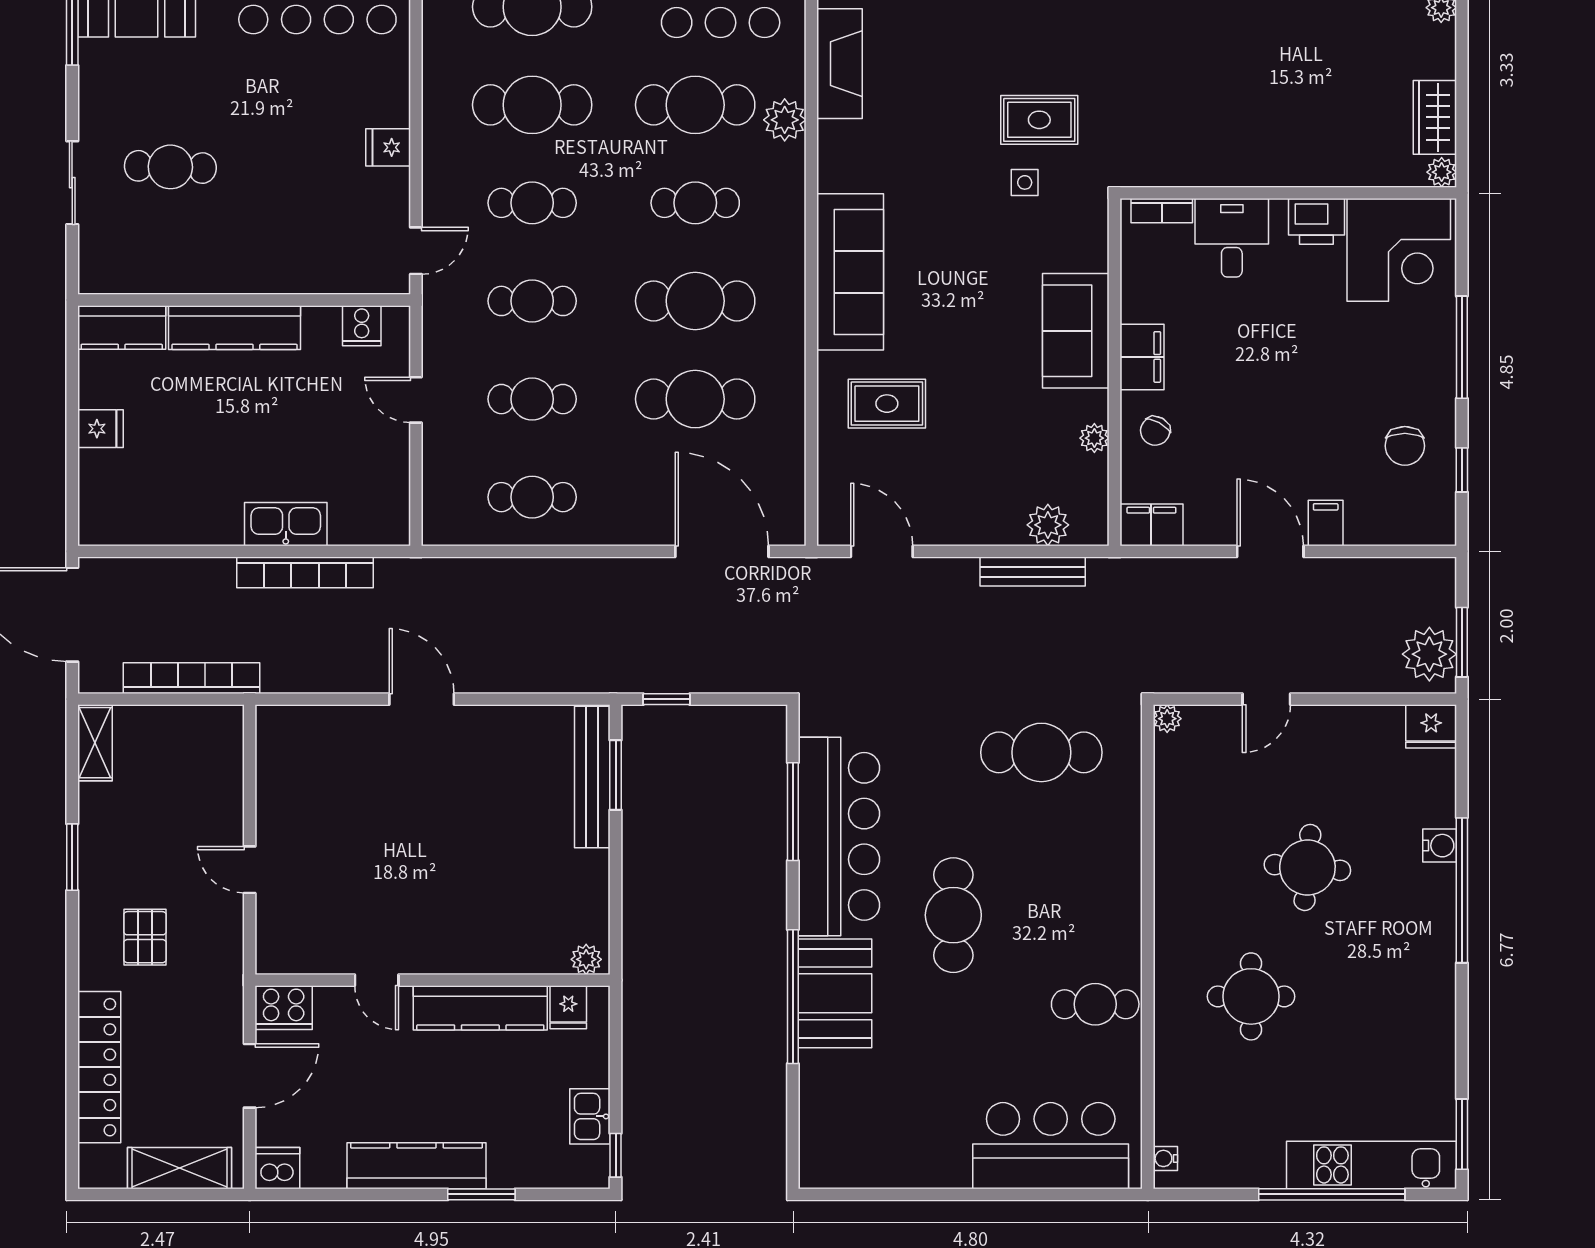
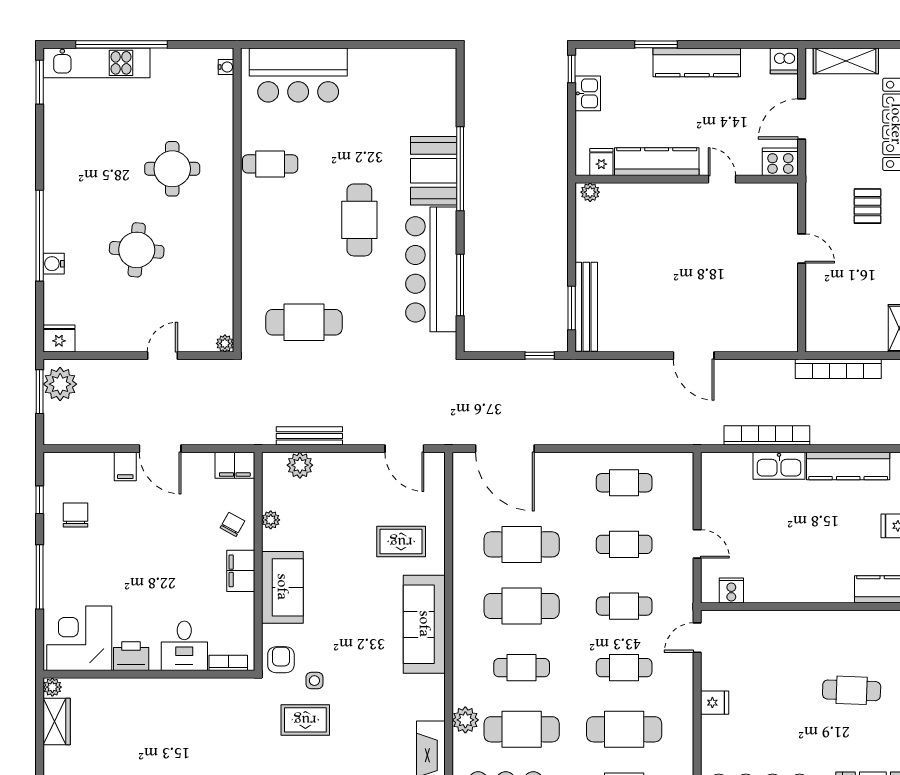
armchair: (1078, 216) -> (281, 660), added
kitchen counter: (234, 328) -> (848, 466), moved, turned 180

